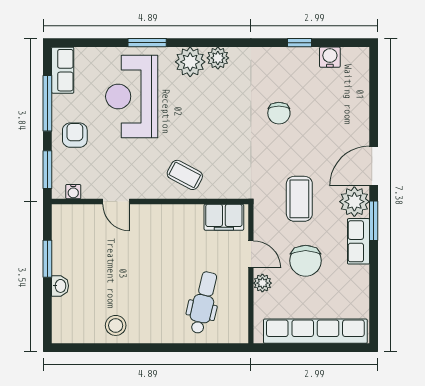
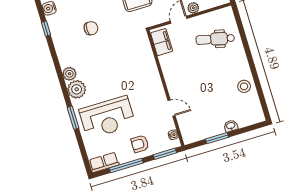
coffee table: (185, 175) -> (144, 72), removed
door: (116, 202) -> (171, 108), hinge flipped

